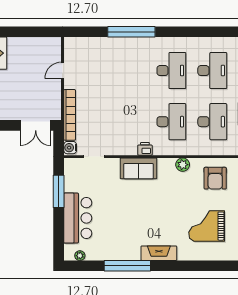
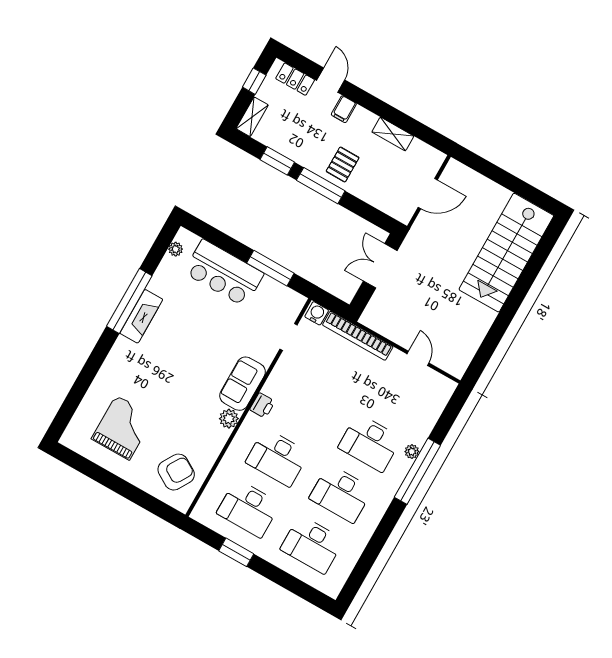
plant: (121, 42) -> (412, 452), added
desk: (131, 71) -> (370, 443), added
double door: (36, 125) -> (380, 266), moved
plant: (183, 165) -> (229, 419), moved
armchair: (215, 178) -> (176, 472), turned 121
fireplace: (159, 253) -> (141, 316), moved

